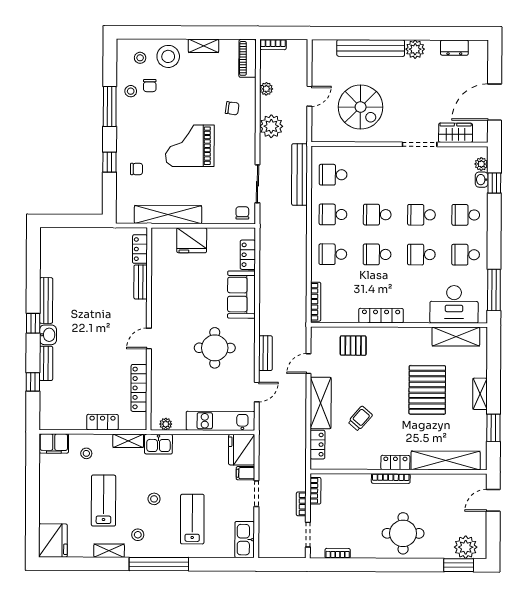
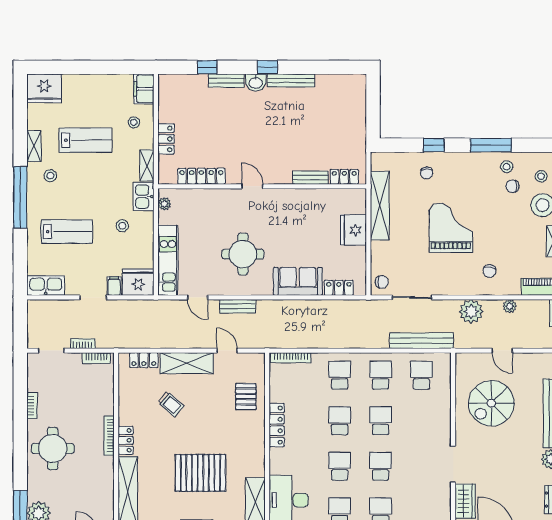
stool: (154, 499) -> (122, 226), moved
bookcase: (338, 553) -> (32, 406), moved

